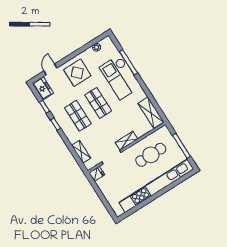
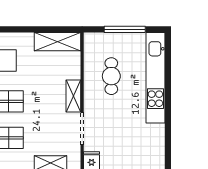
cafe table: (151, 155) -> (111, 76), width x0.73, depth x0.74
kitchen unit: (156, 186) -> (155, 78), width x0.73

